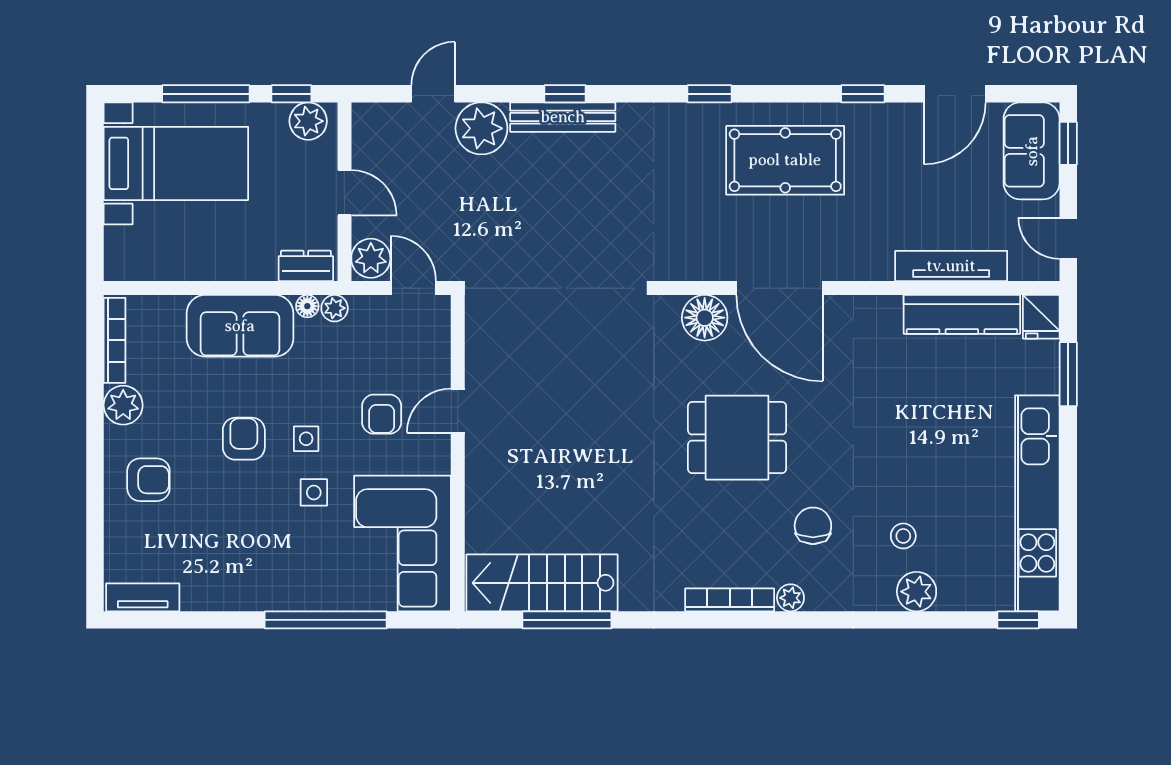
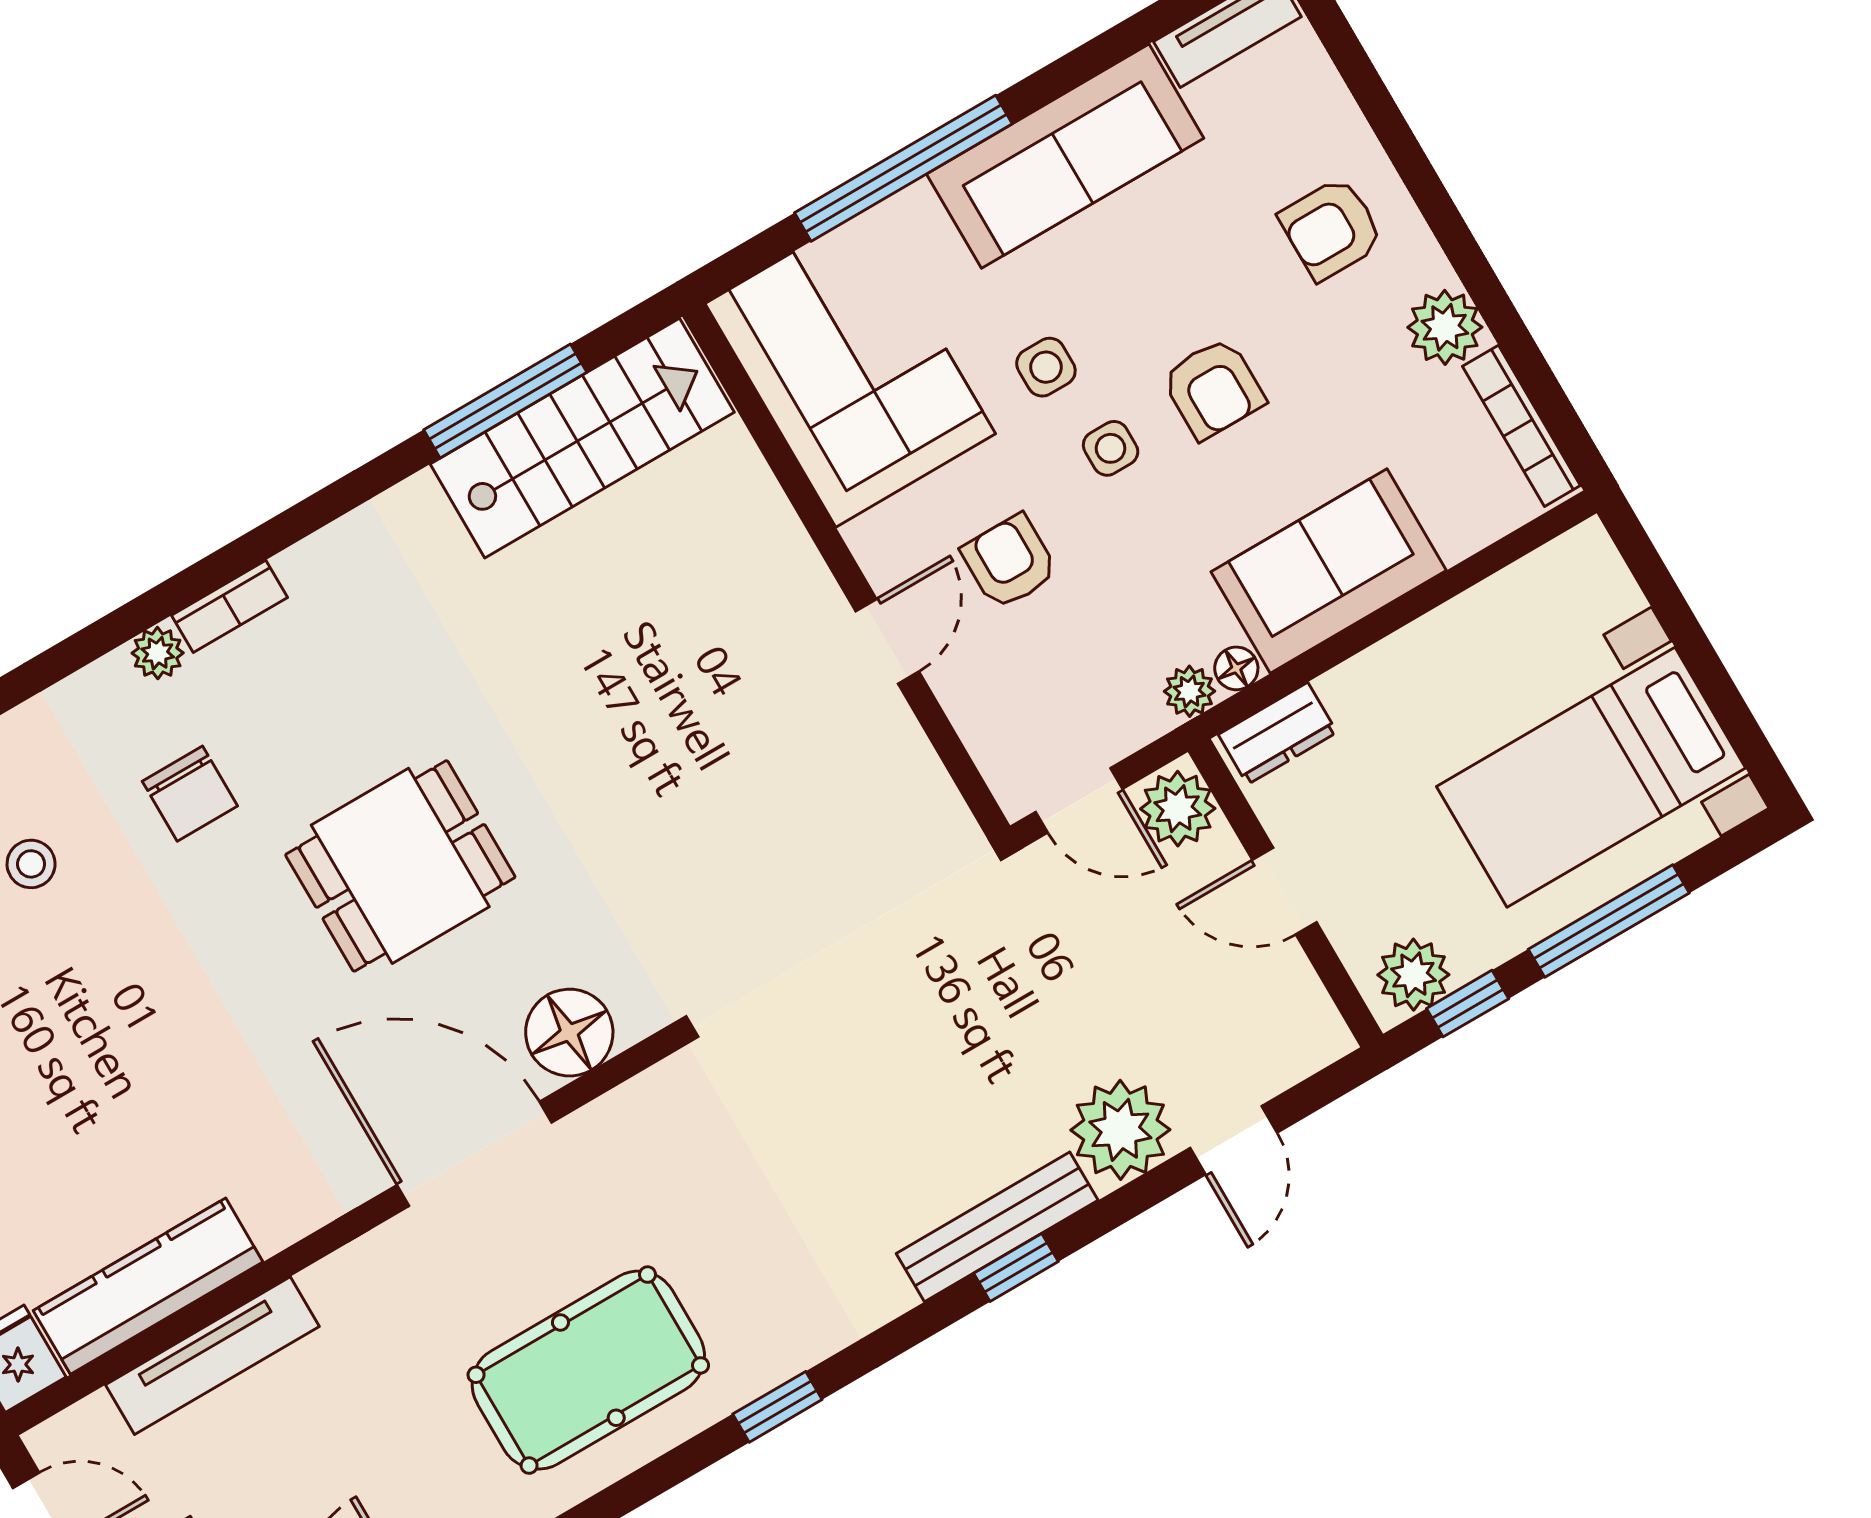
sofa: (249, 583) -> (1065, 156), added
bookcase: (730, 600) -> (229, 606), width x0.64

